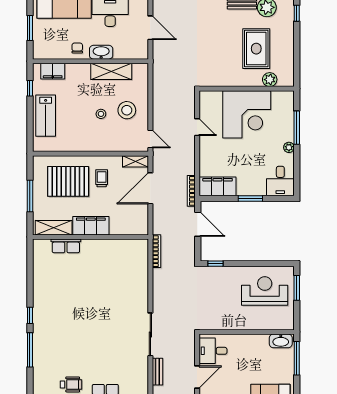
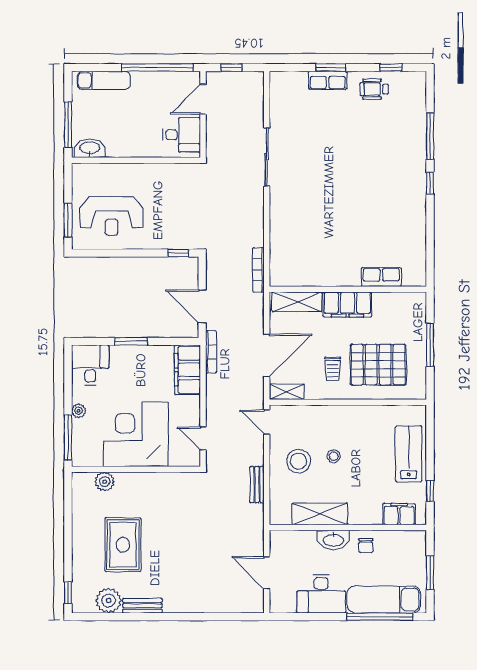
plant: (270, 80) -> (105, 482), moved
wall: (247, 89) -> (136, 469), moved
corner desk: (247, 114) -> (136, 434), moved
filing cabinet: (218, 186) -> (187, 370), moved, turned 90
shelving: (54, 228) -> (297, 302), moved
bench: (157, 372) -> (257, 484), moved

